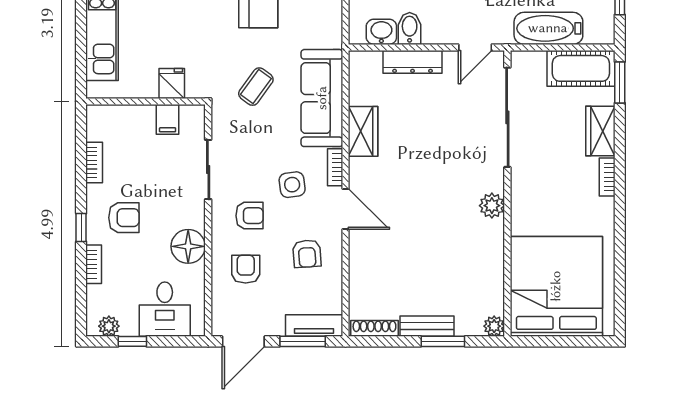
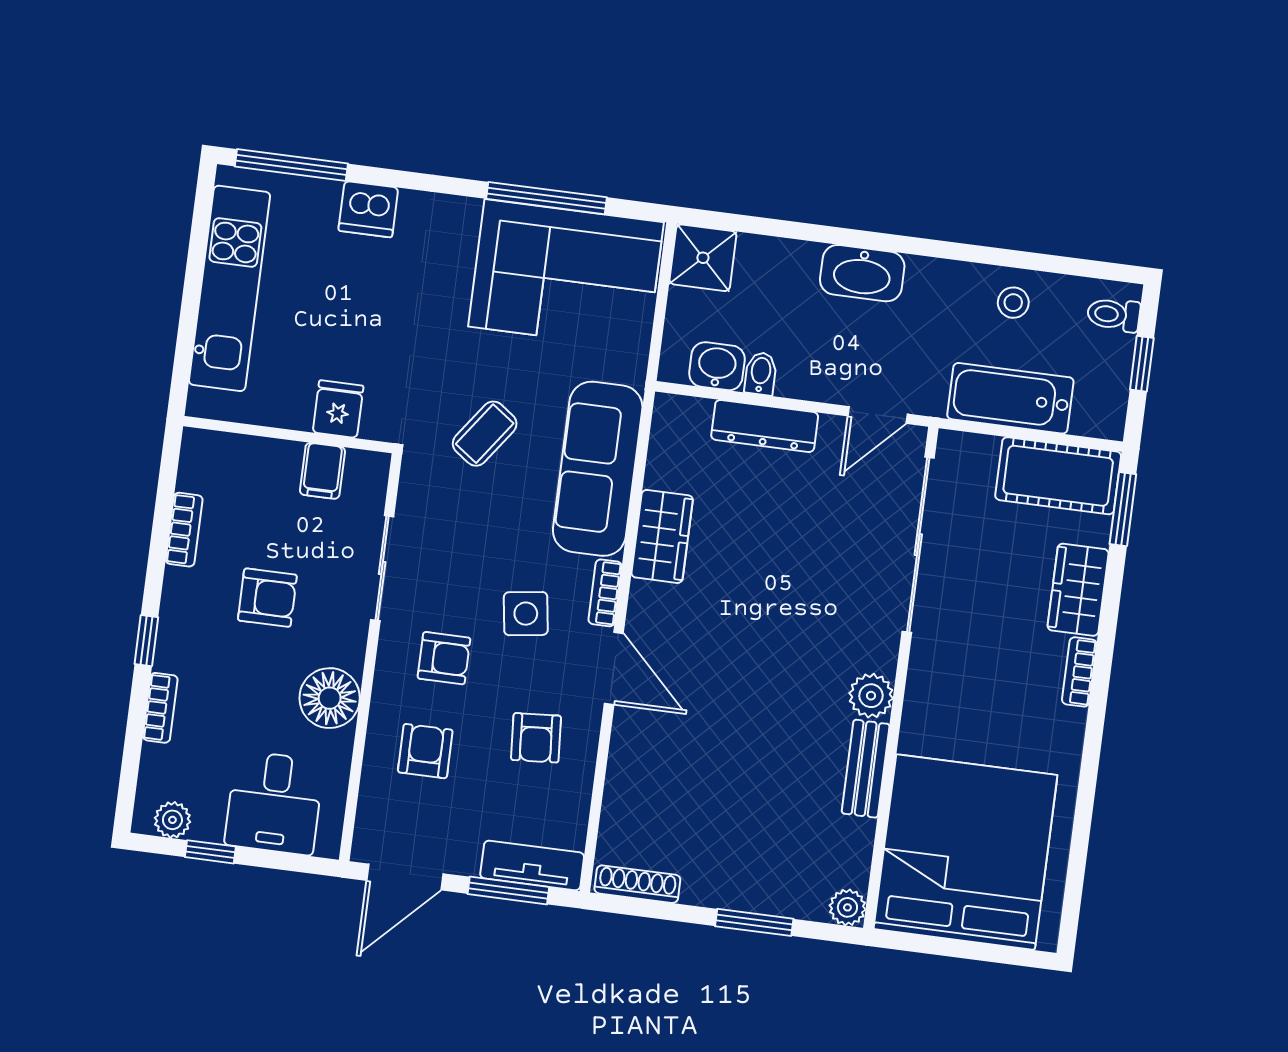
bidet: (410, 28) -> (761, 374), width x0.72, depth x0.74
armchair: (124, 218) -> (267, 598), moved
bench: (427, 326) -> (866, 769), moved, turned 90

